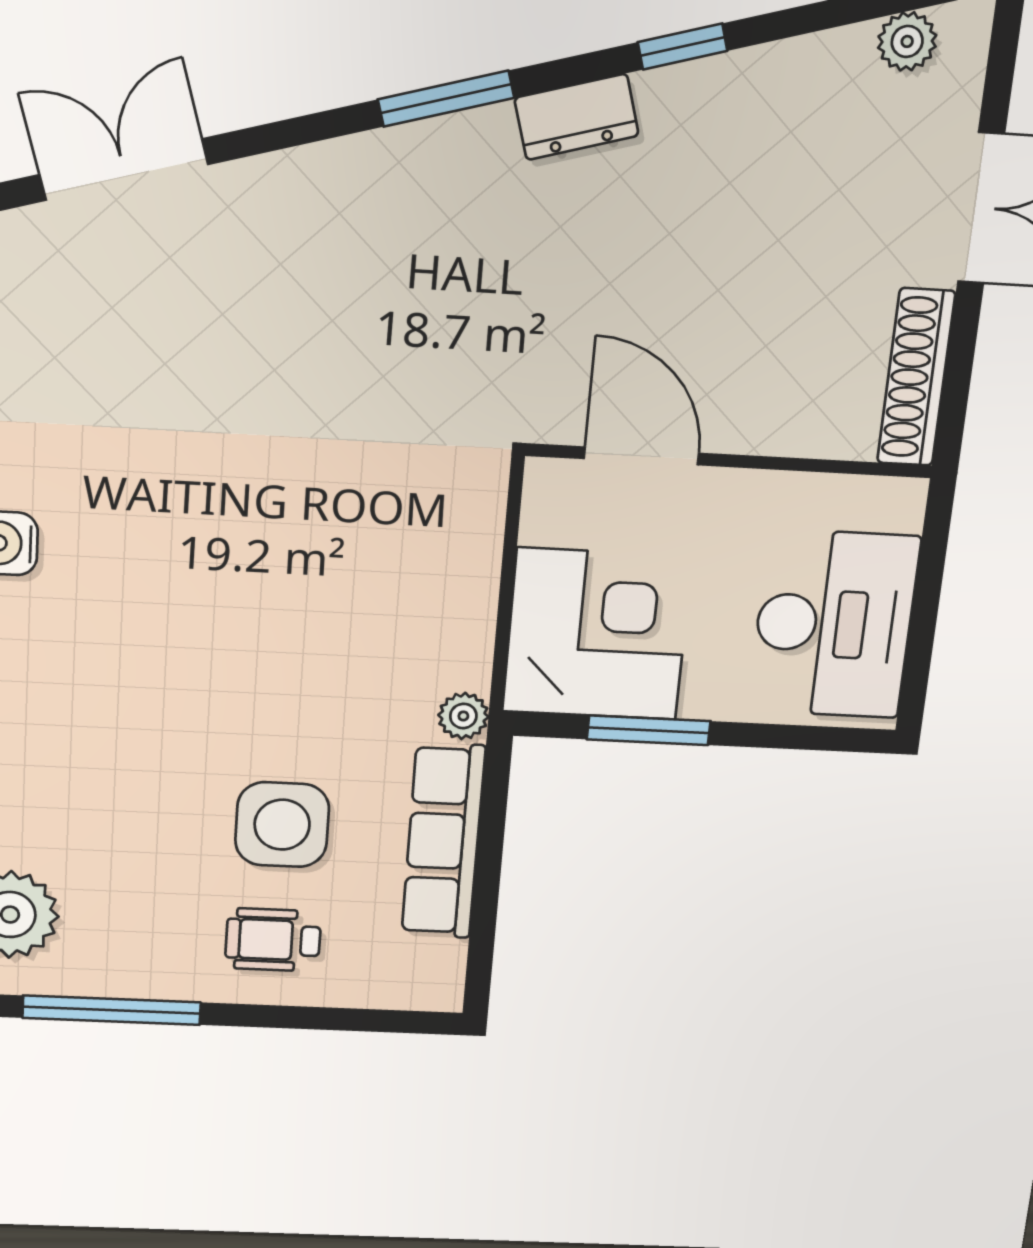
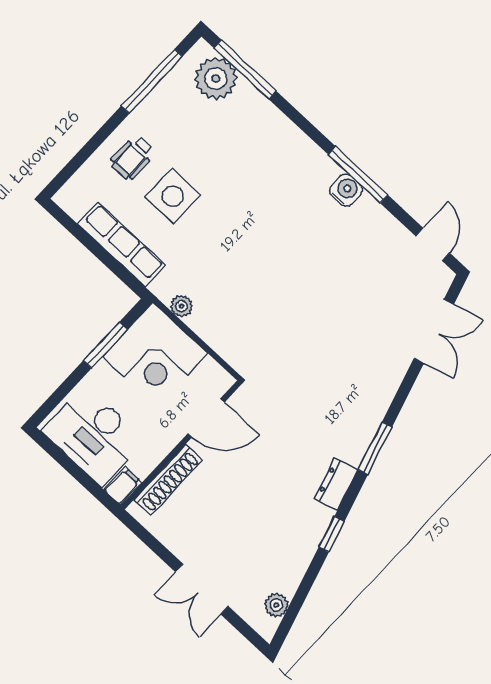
shoe rack: (916, 377) -> (168, 480), moved, turned 90
filing cabinet: (890, 503) -> (123, 486), added
plant: (463, 716) -> (182, 306), moved
wheelchair: (273, 940) -> (132, 158), turned 180

